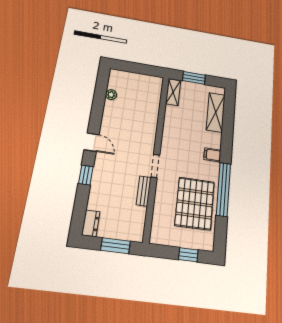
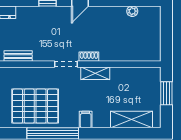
shelving: (173, 92) -> (95, 73), moved
shoe rack: (150, 142) -> (89, 57), added
bench: (144, 191) -> (18, 56), moved

